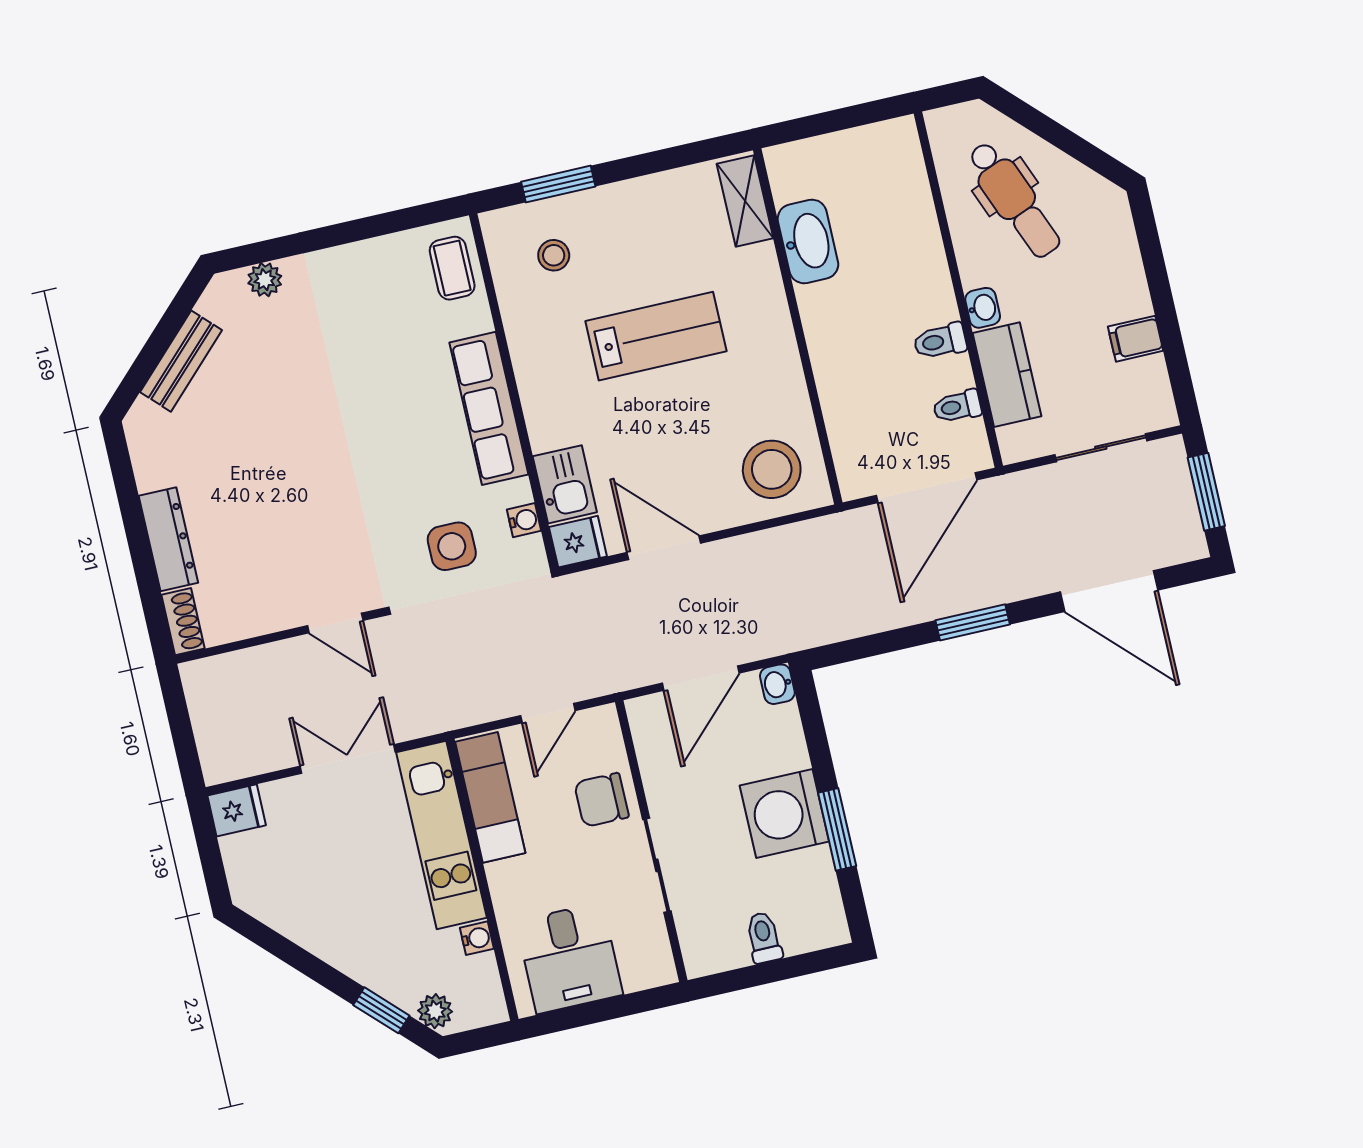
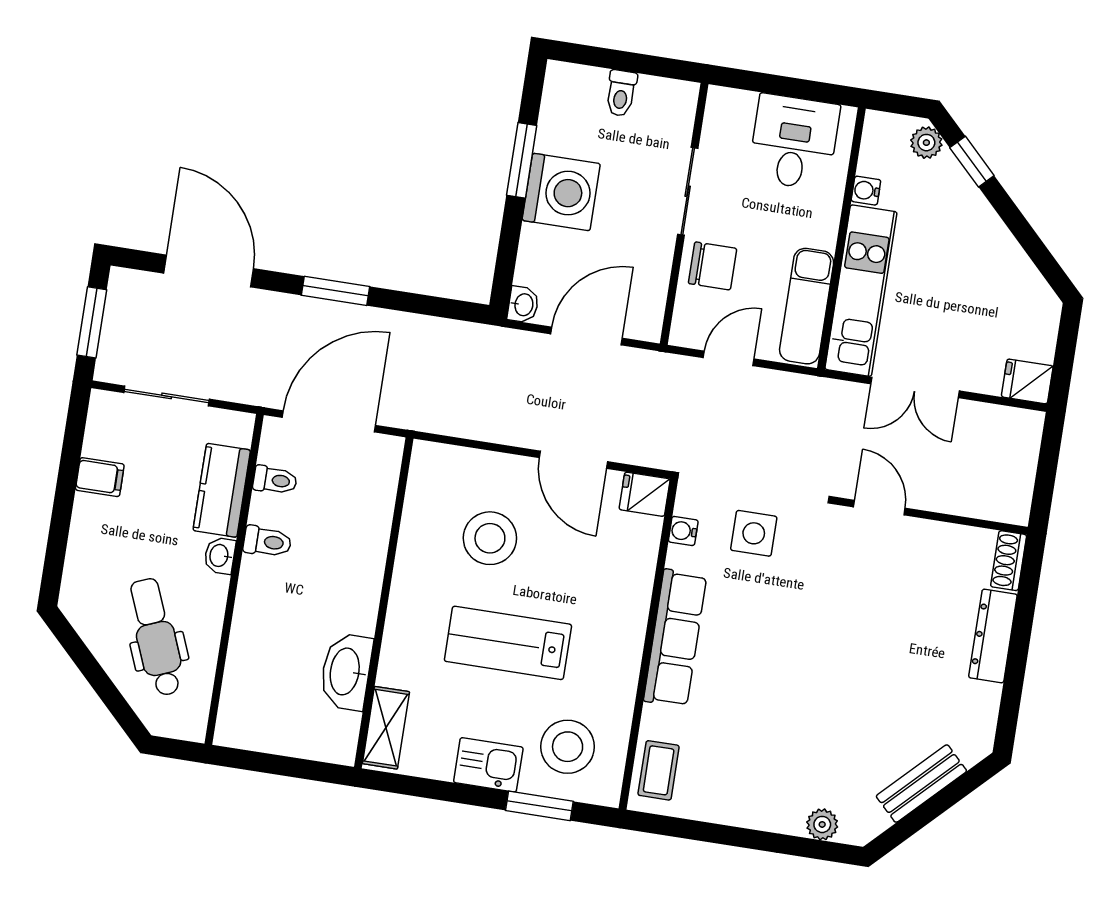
stool: (554, 255) -> (568, 747), width x1.89, depth x1.89
stool: (772, 469) -> (490, 538), moved
kitchen sink: (565, 484) -> (488, 765), moved, turned 90

